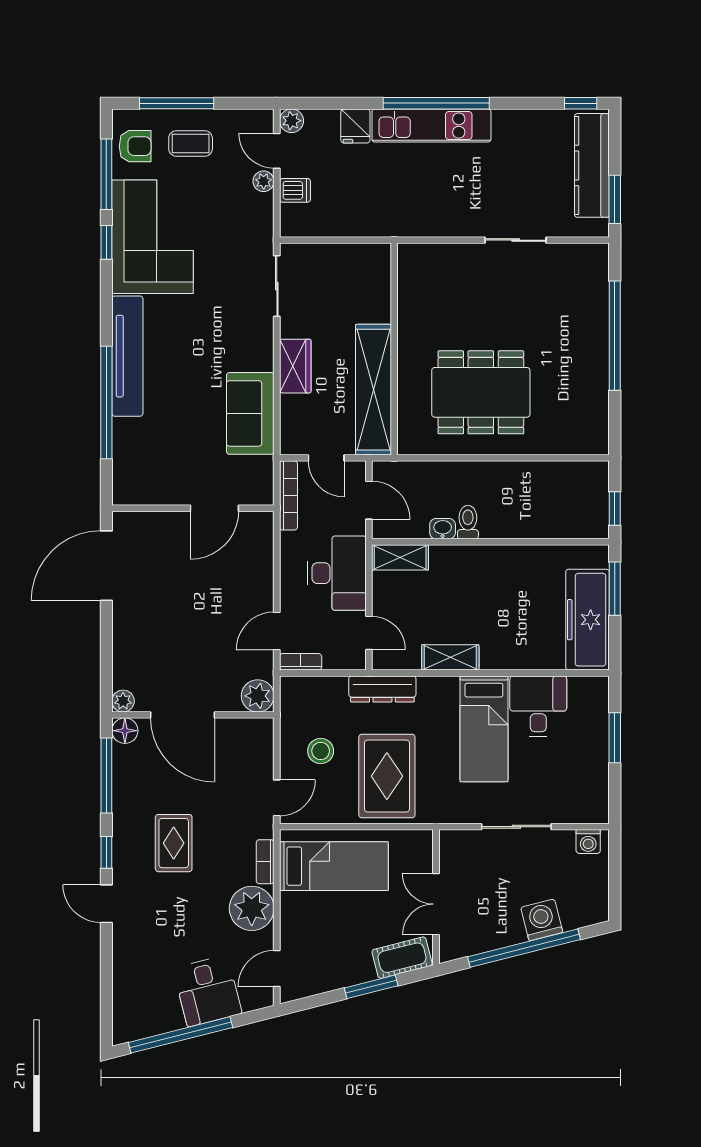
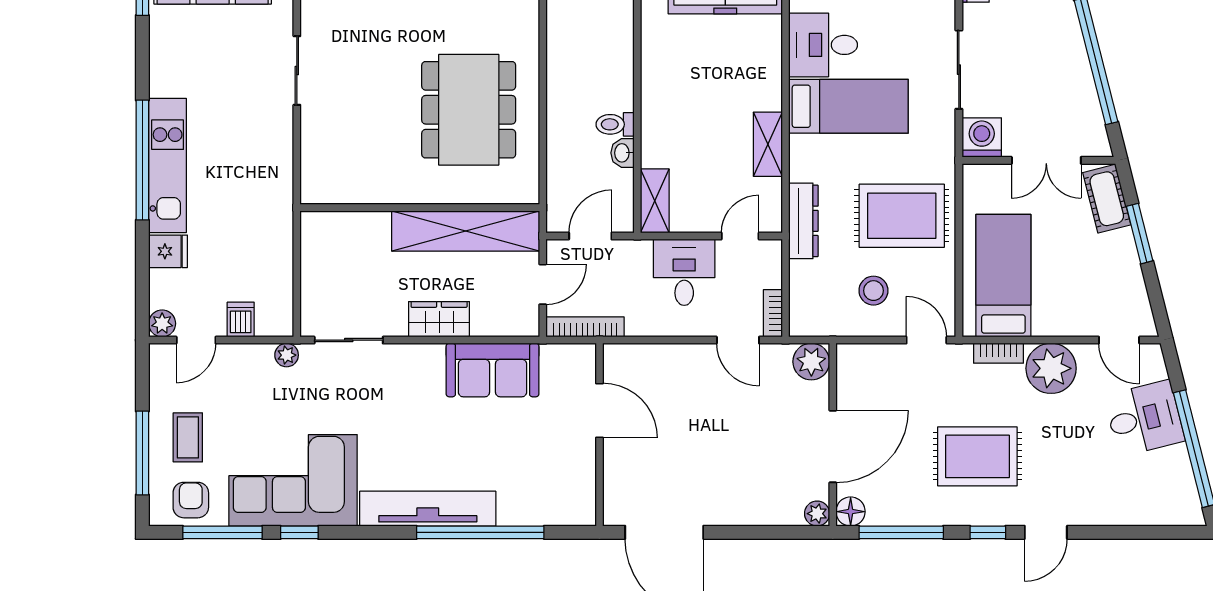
plant: (264, 181) -> (287, 355), moved
desk: (337, 573) -> (684, 272), width x0.73
rug: (174, 843) -> (977, 456), width x1.36, depth x1.43
washing machine: (542, 920) -> (982, 138), moved, turned 104

